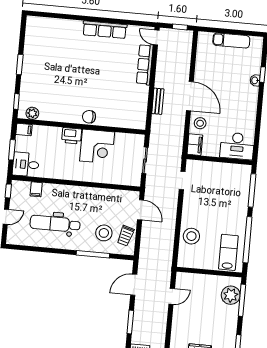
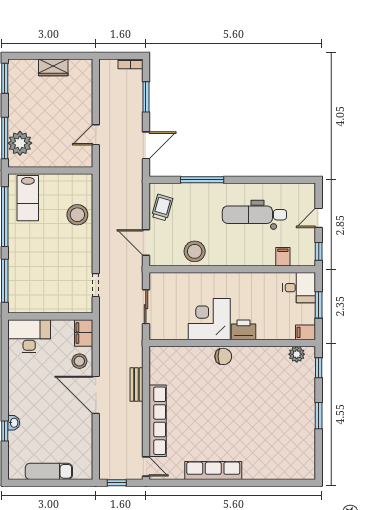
row of seats: (145, 64) -> (158, 421), width x1.36
dental chair: (55, 224) -> (254, 215), turned 180
stool: (104, 233) -> (195, 251), moved

